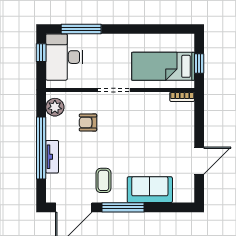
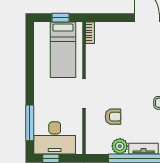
plant: (55, 107) -> (120, 146), moved
armchair: (88, 123) -> (113, 117), turned -90

